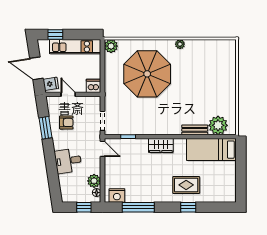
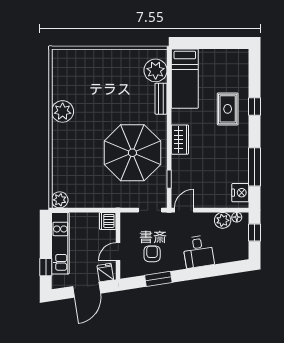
plant: (180, 44) -> (63, 111), width x1.88, depth x1.88
parasol: (147, 74) -> (132, 153), moved

